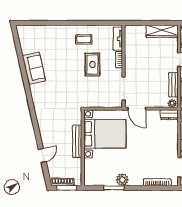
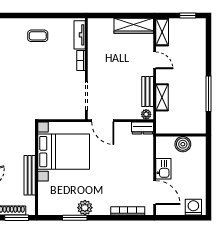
rug: (92, 64) -> (48, 67), removed
bench: (77, 141) -> (30, 175), moved

